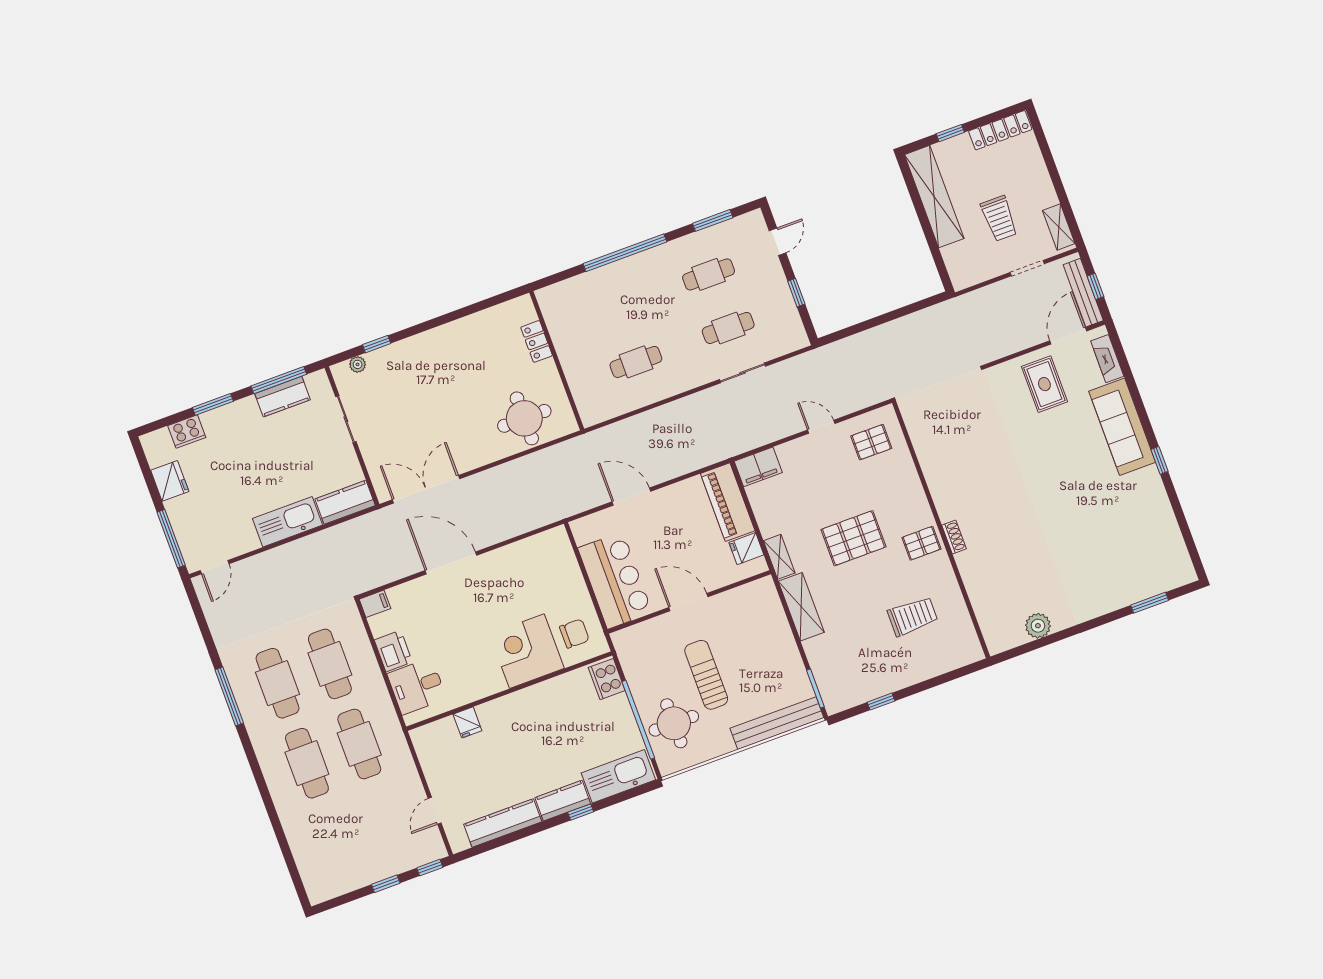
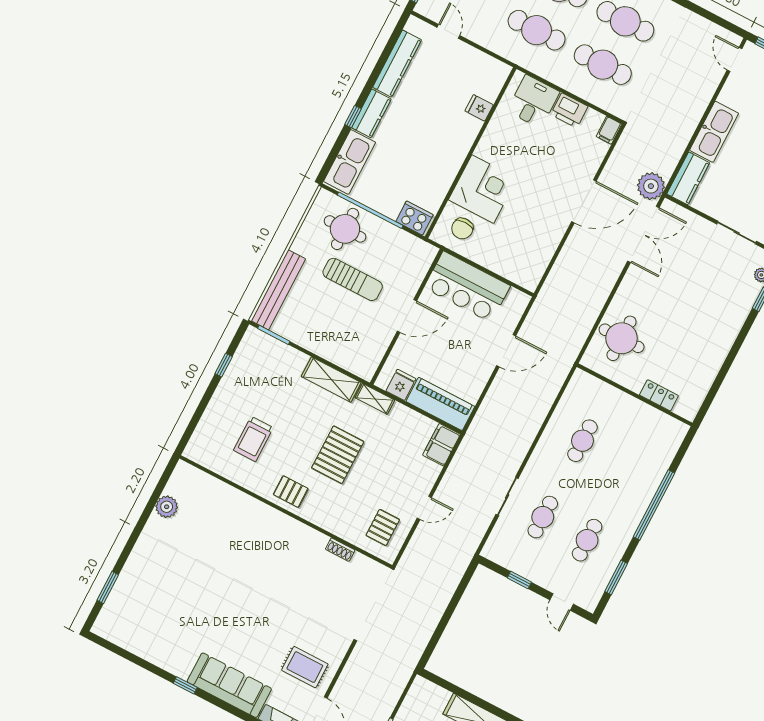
plant: (383, 524) -> (651, 186), added
shoe rack: (954, 537) -> (340, 550), moved
pallet: (921, 543) -> (291, 492), turned 90

